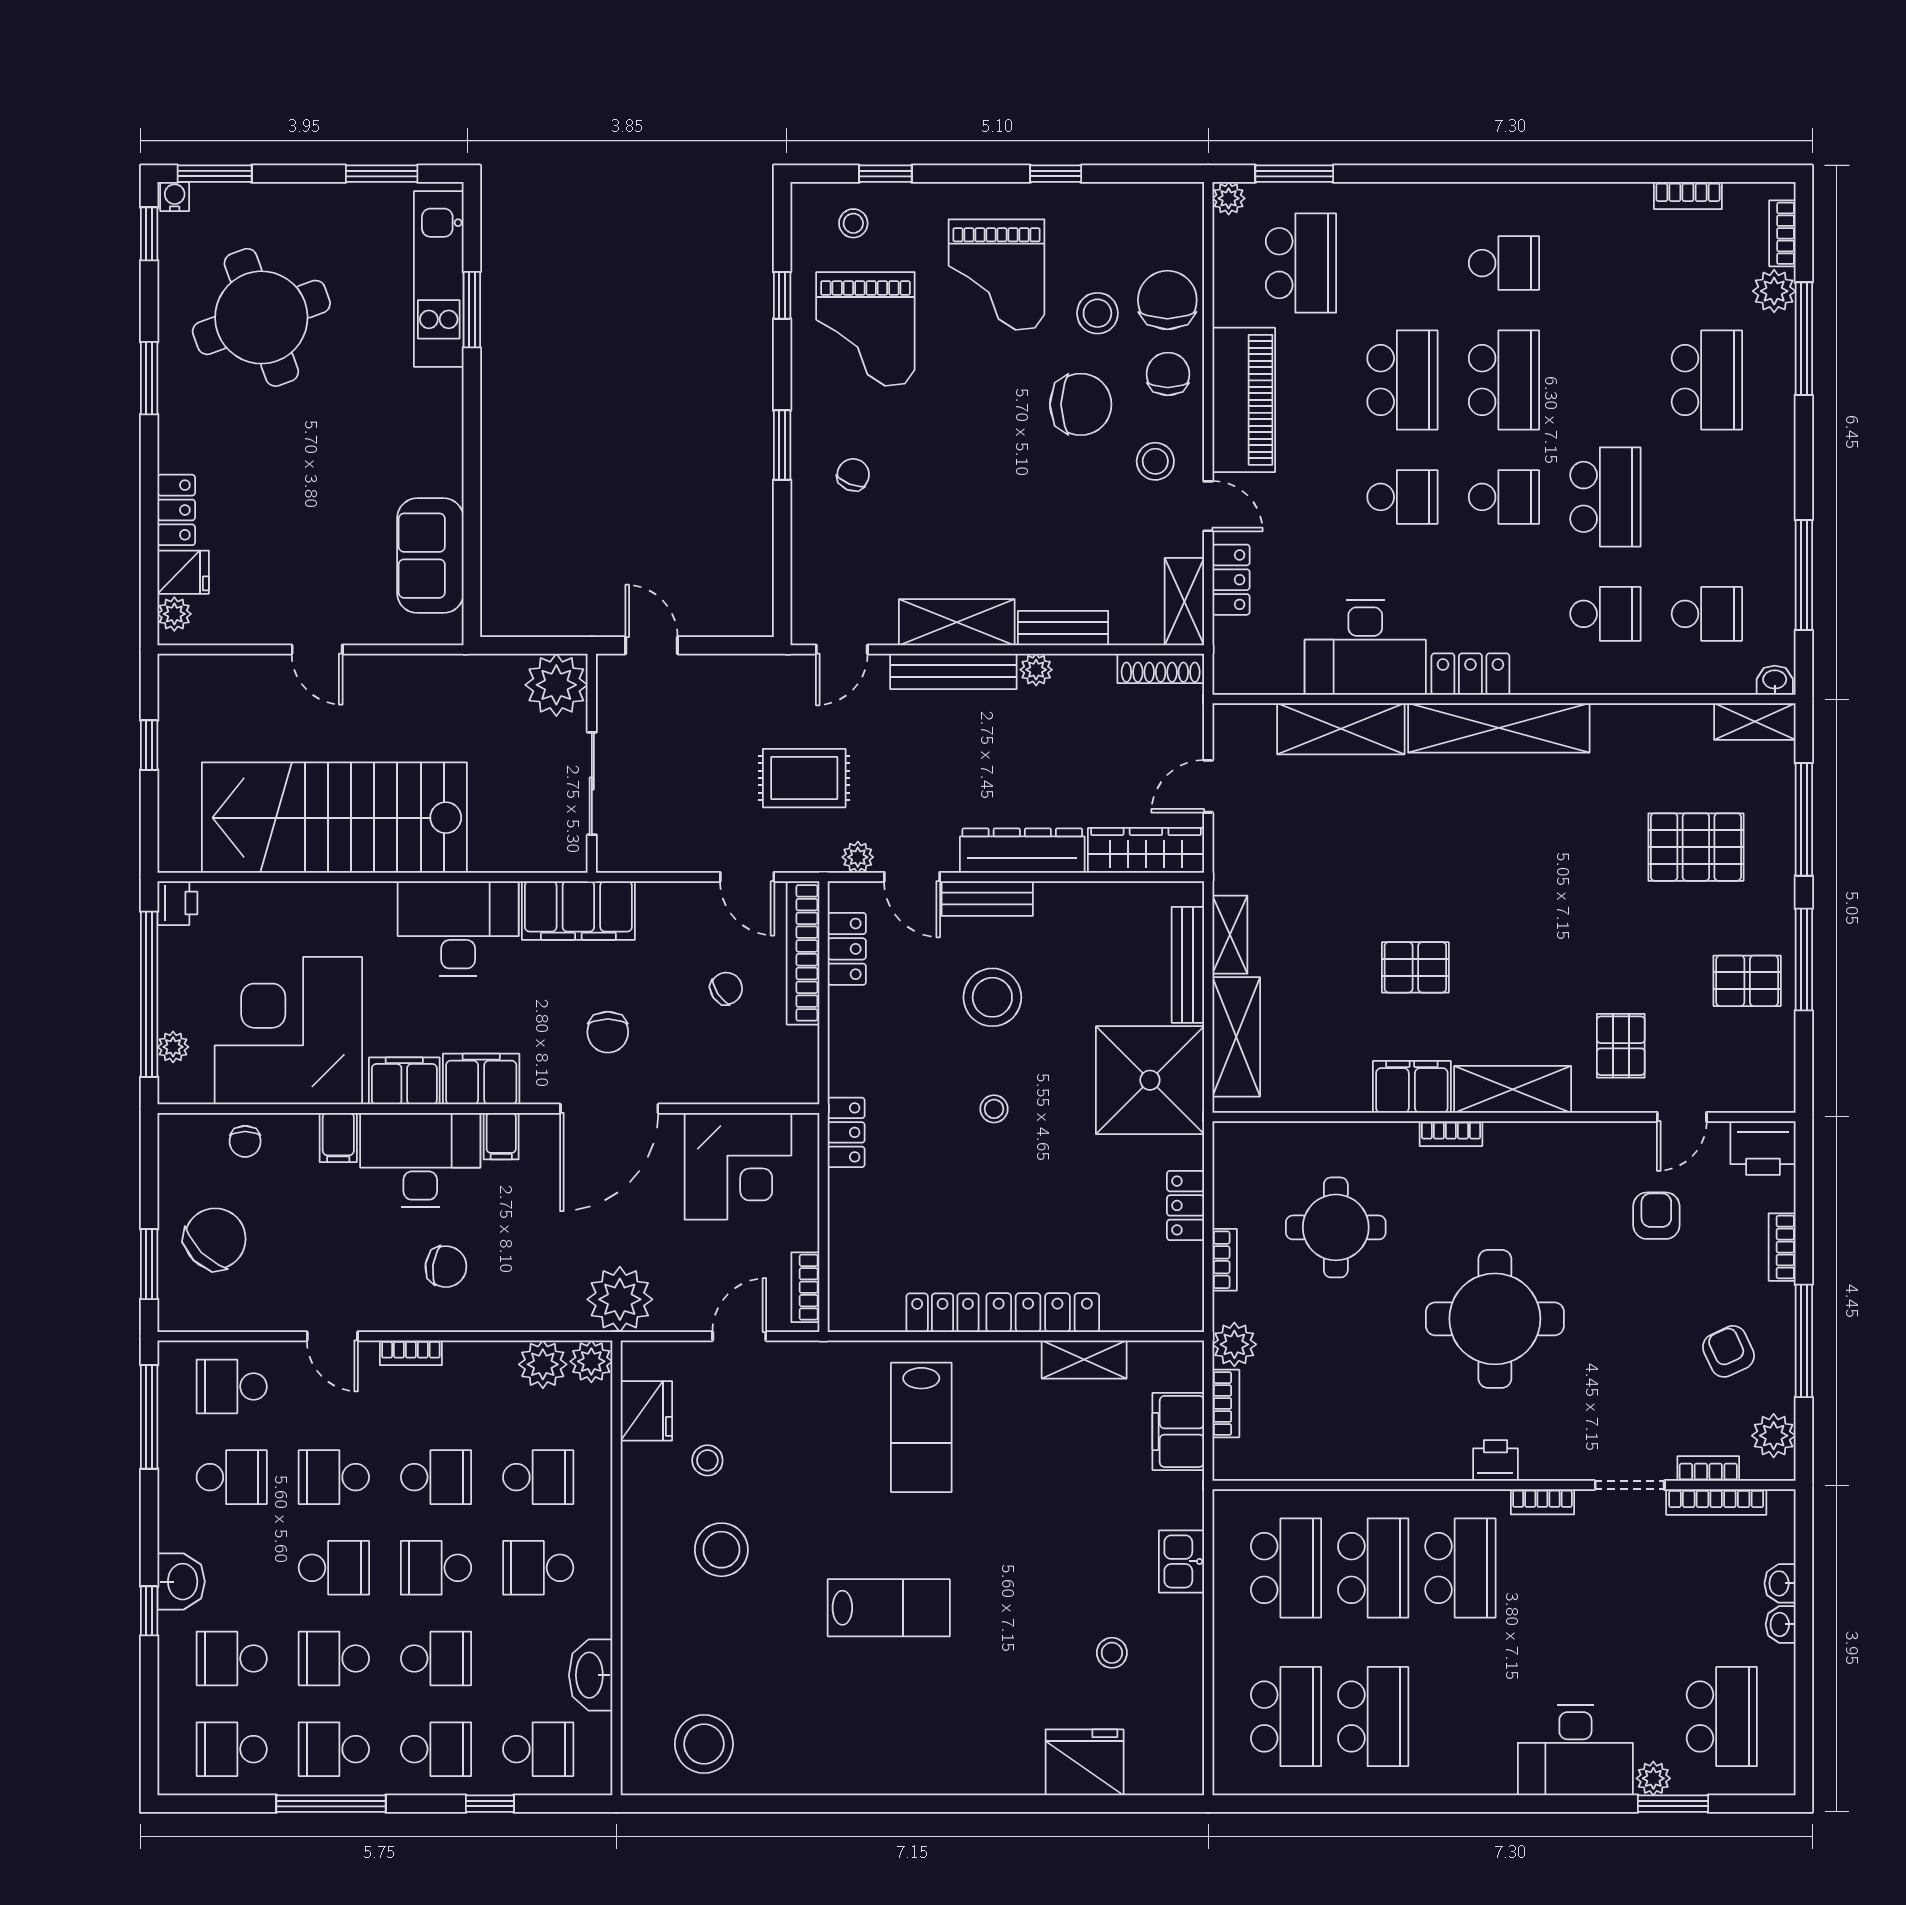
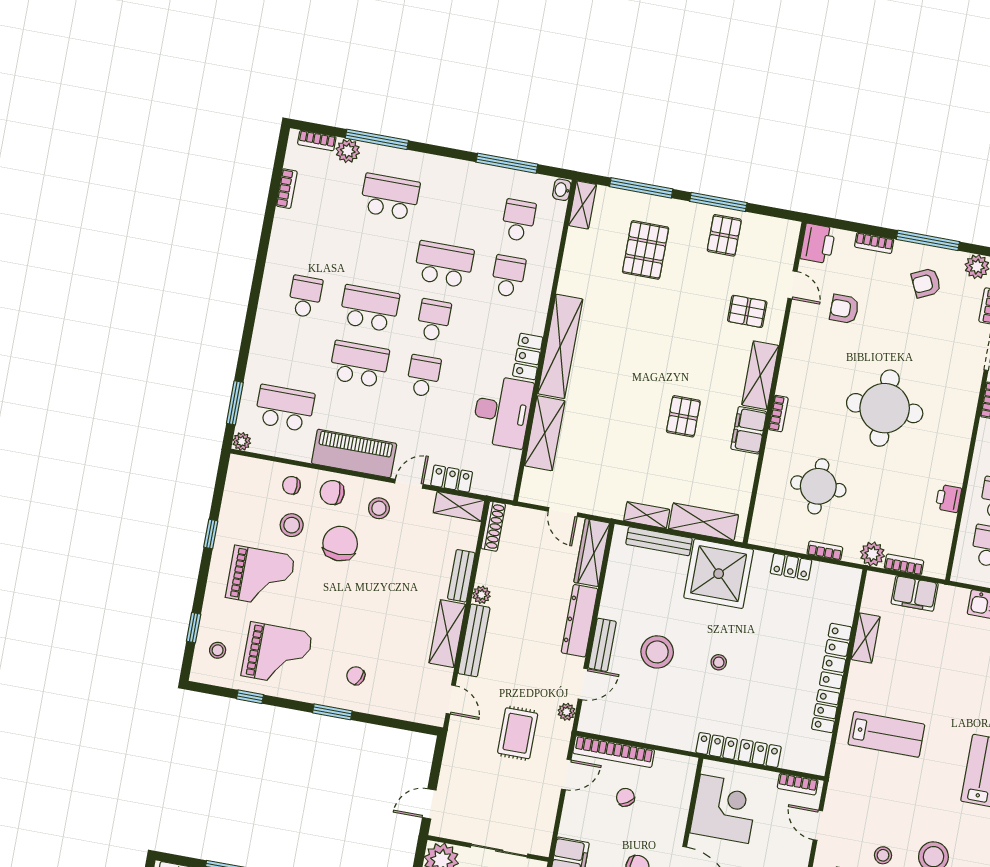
chair: (1167, 300) -> (291, 485), width x0.54, depth x0.54
locker: (847, 949) -> (760, 753), moved
printer: (1495, 1461) -> (949, 498), moved

